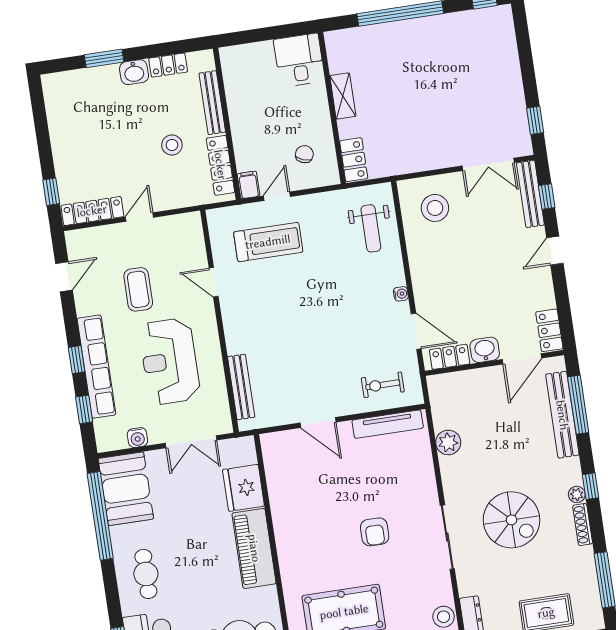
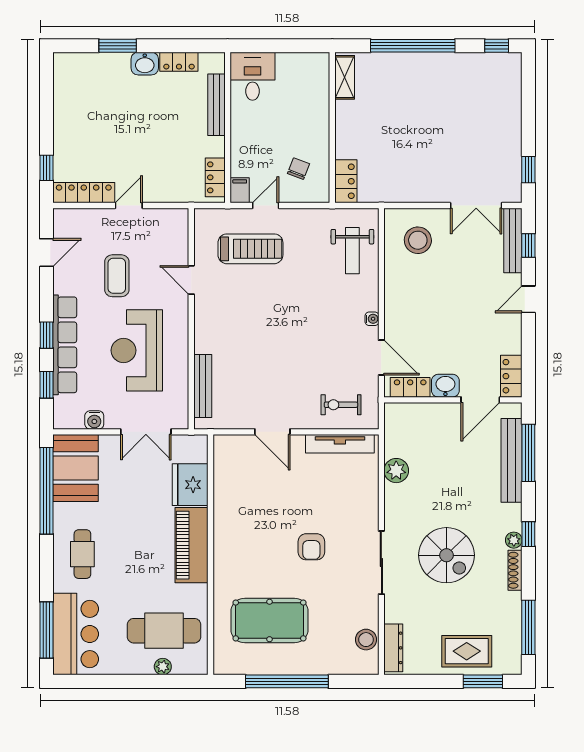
desk: (299, 60) -> (252, 76), moved
shelving: (343, 96) -> (345, 77), moved
stool: (172, 145) -> (171, 140), removed
locker: (220, 165) -> (215, 177), width x0.66

